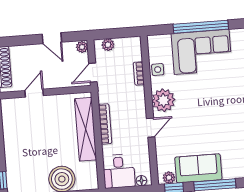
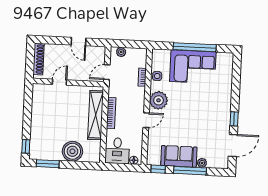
plant: (82, 47) -> (101, 51), removed
plant: (169, 178) -> (202, 163), moved

